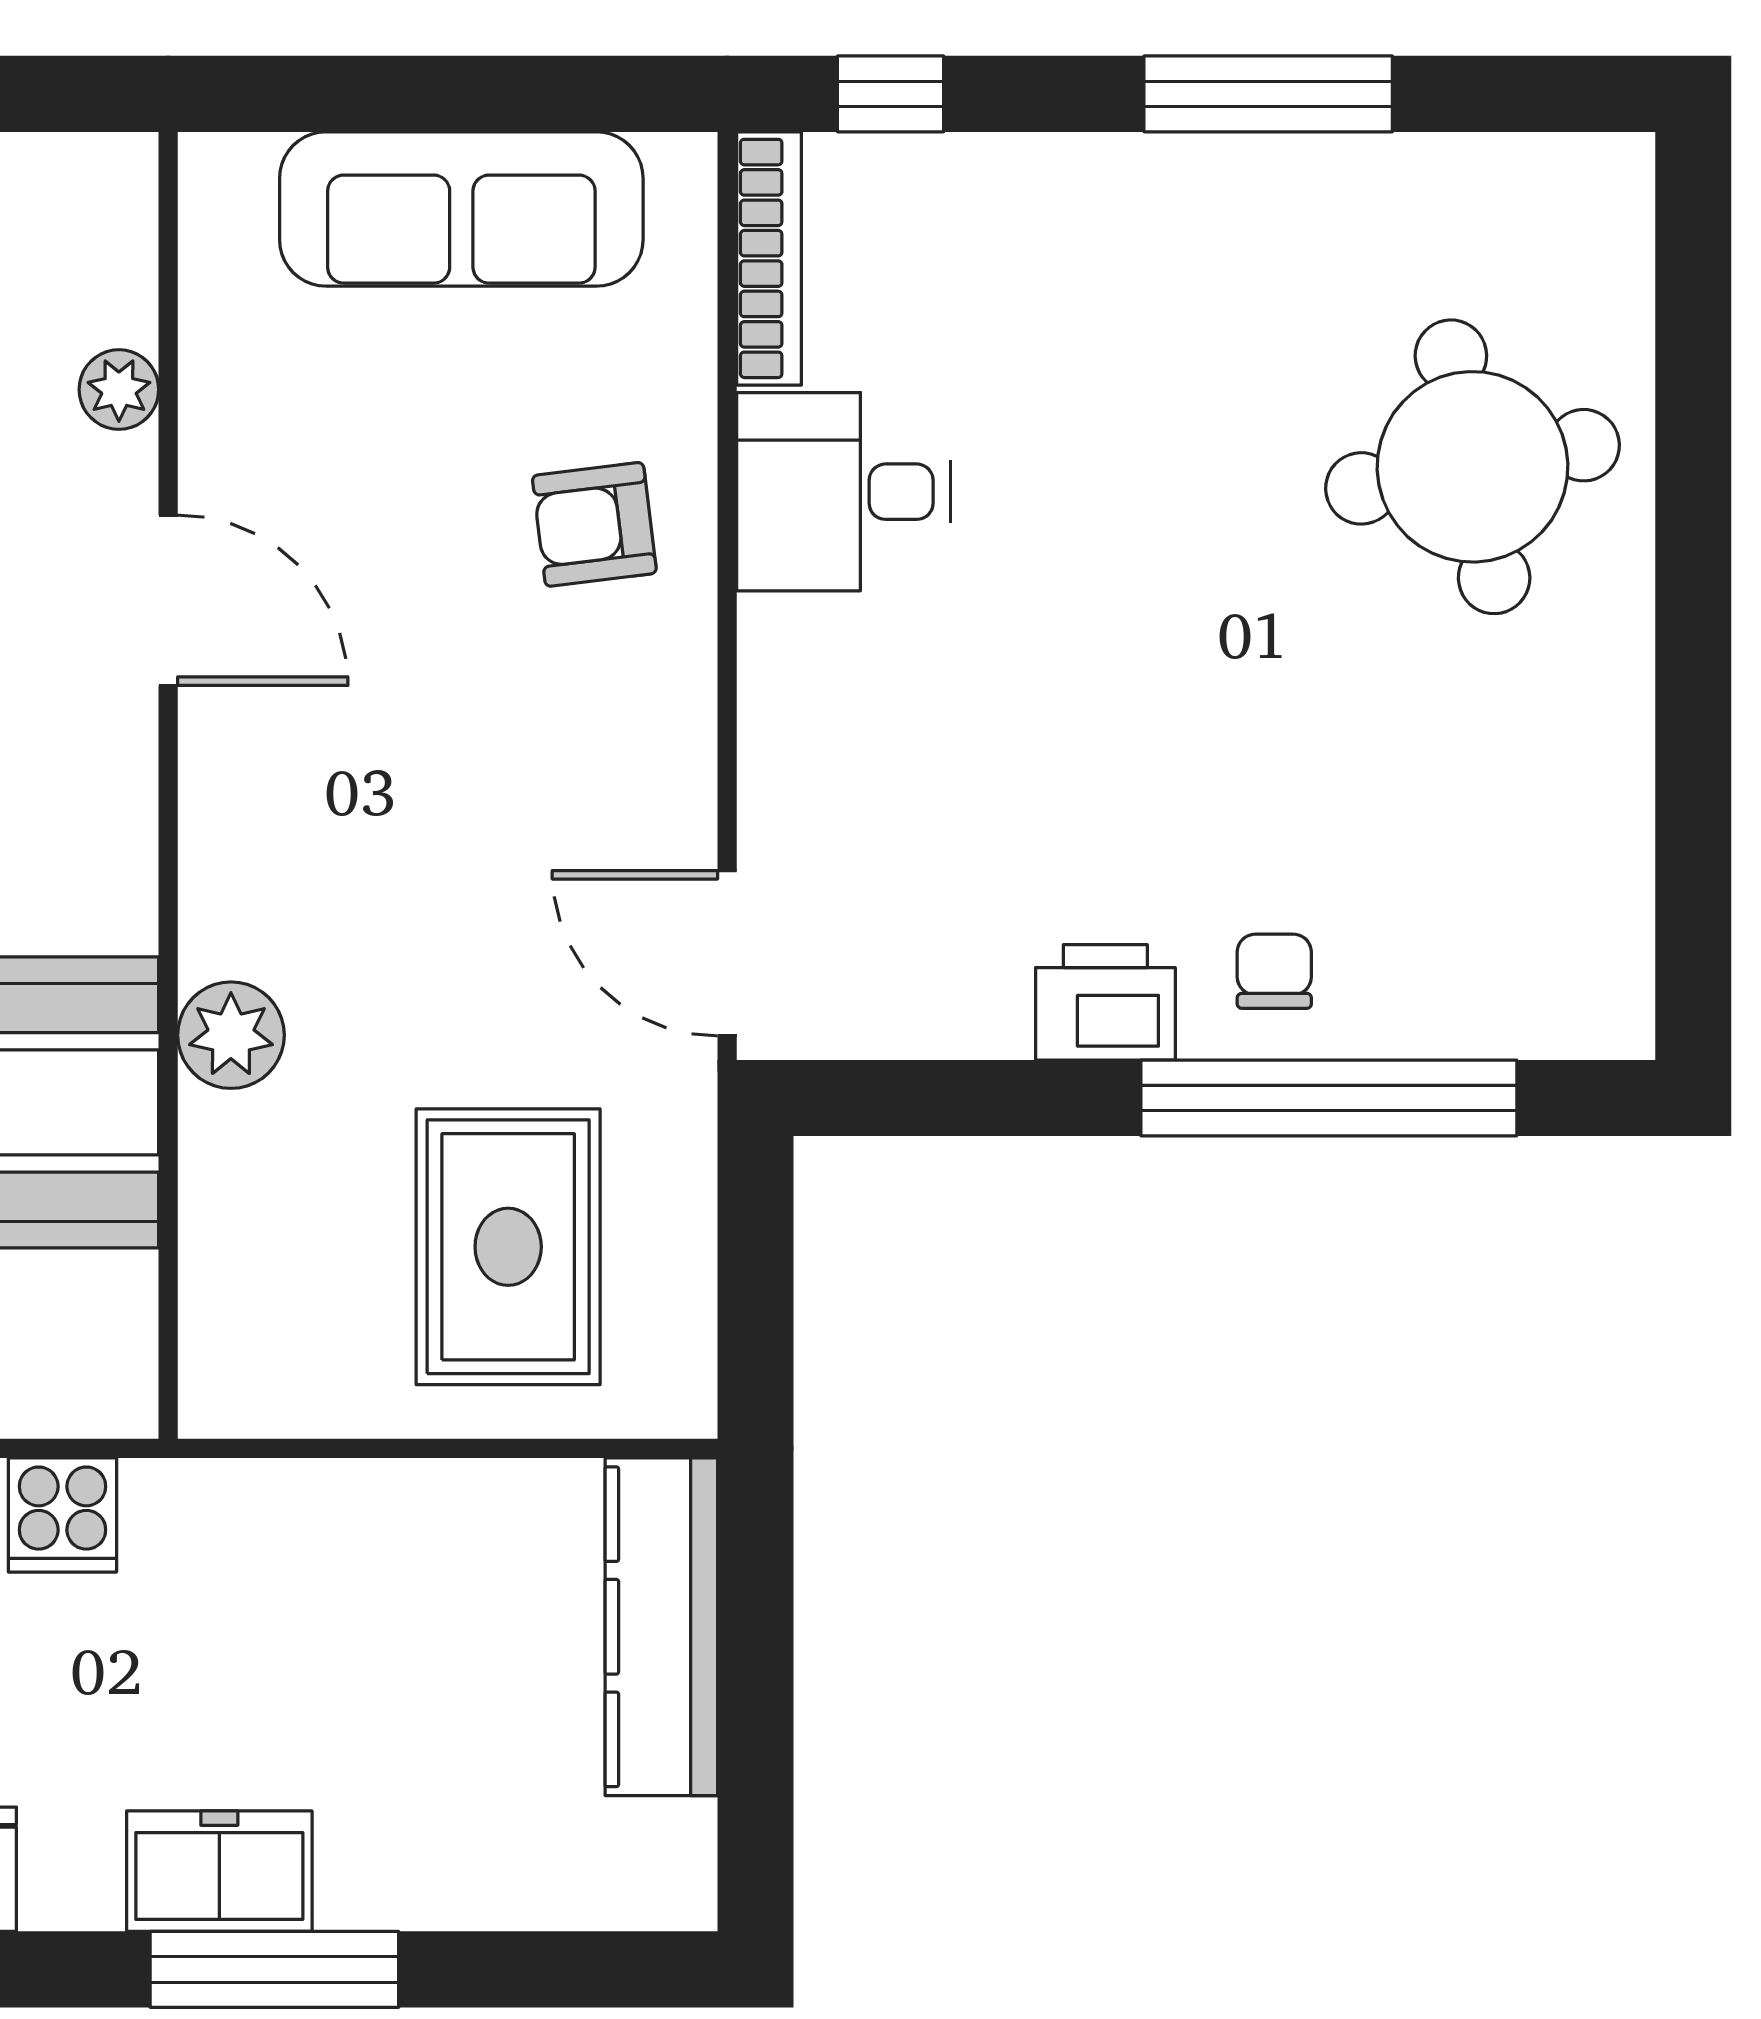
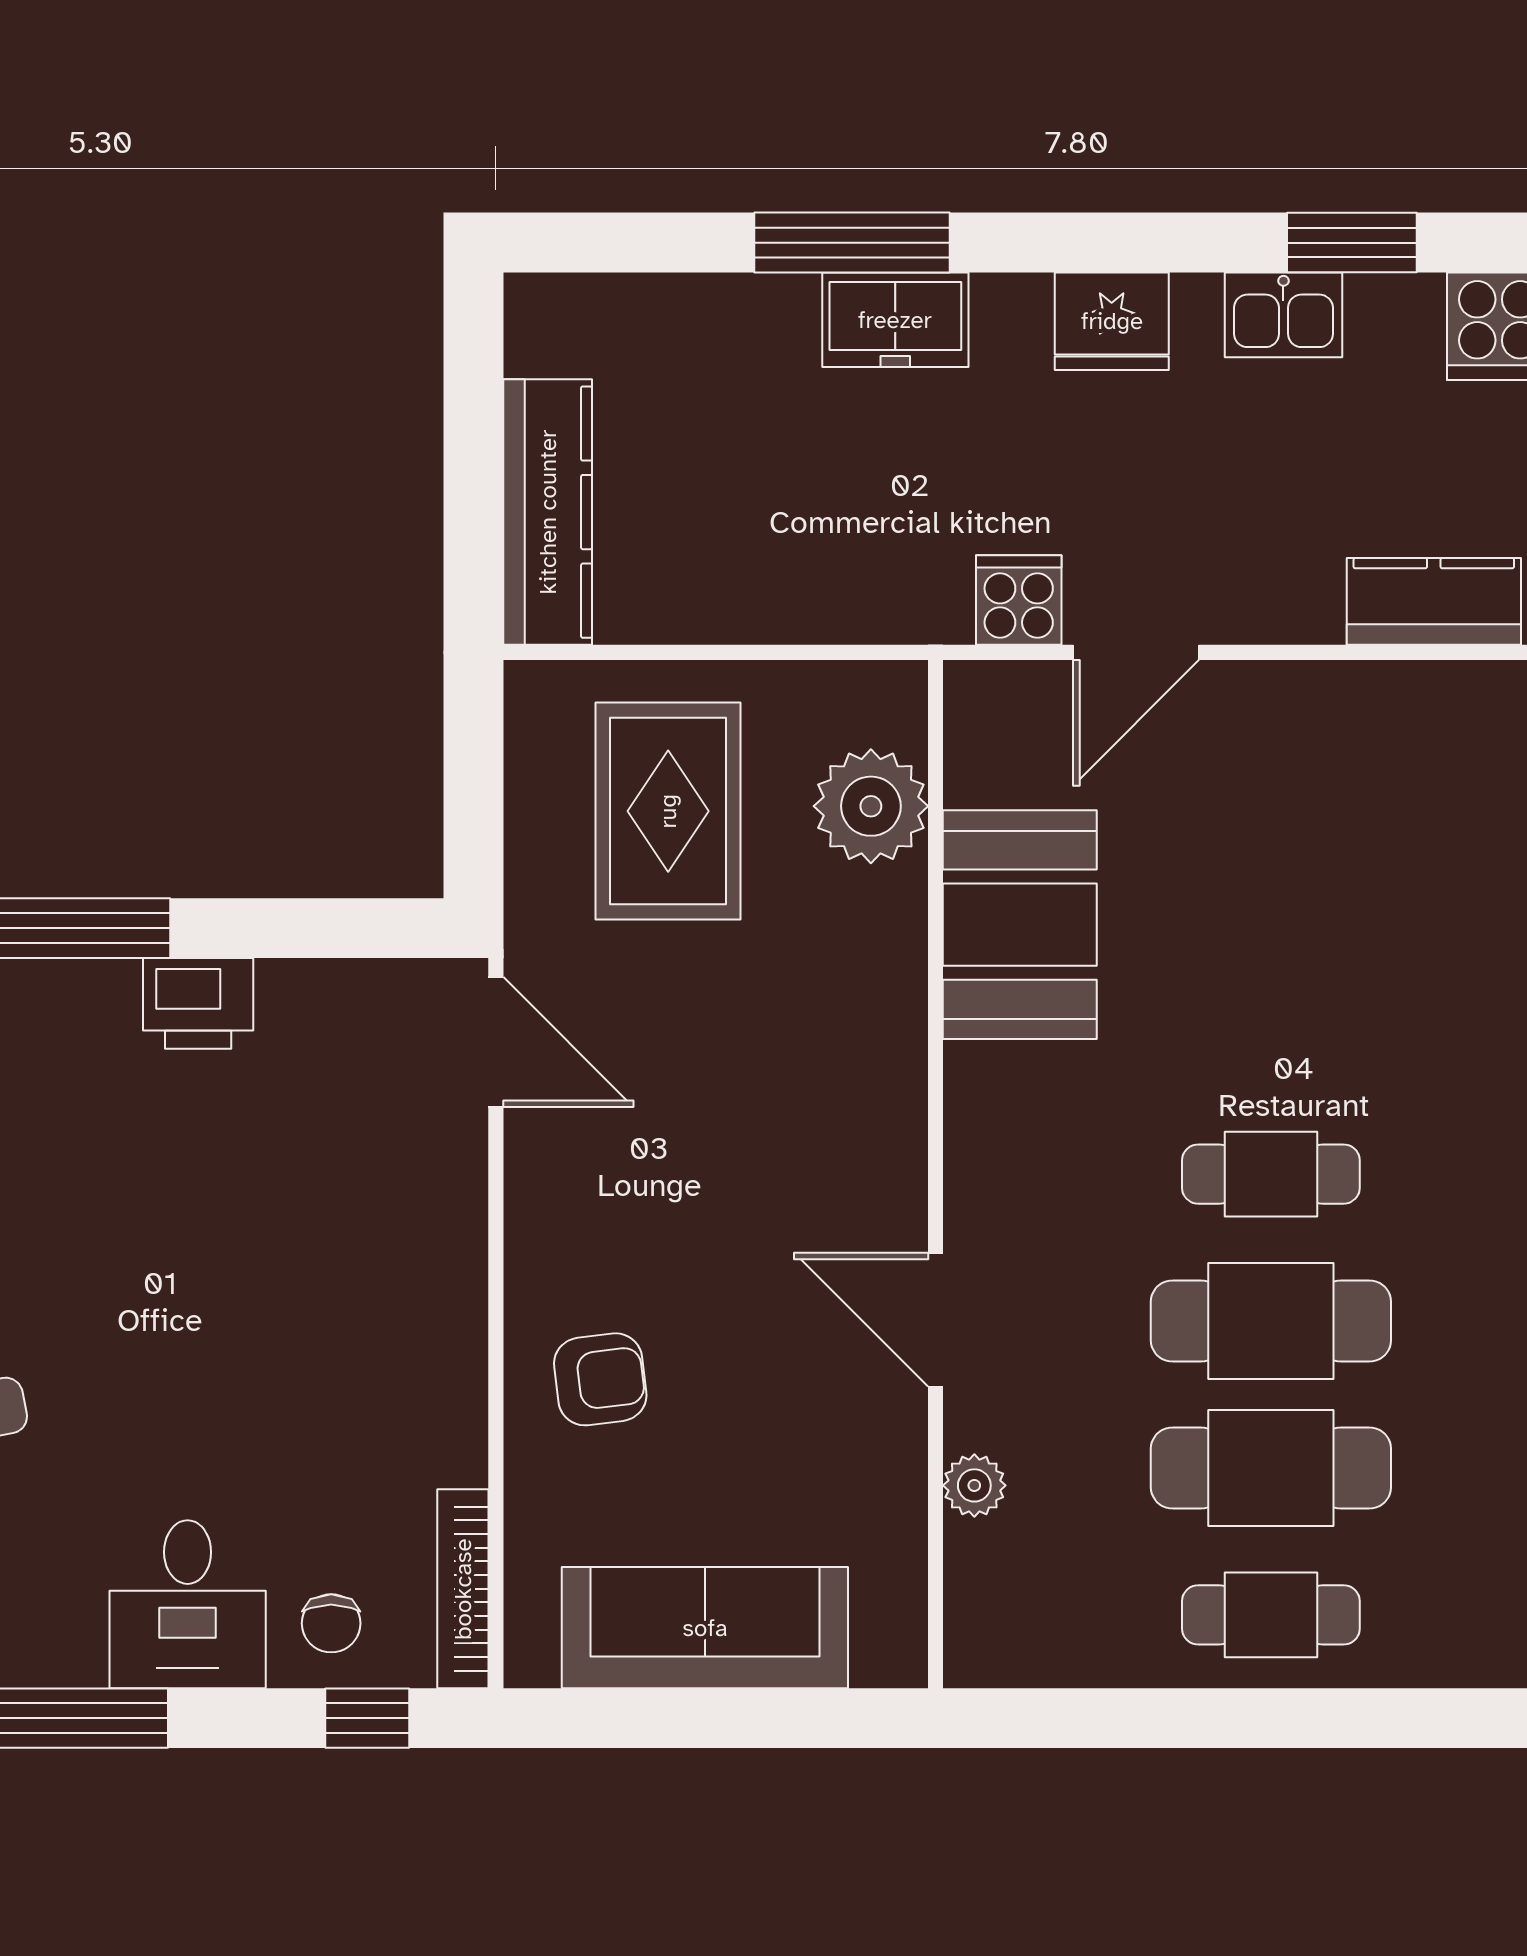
desk: (843, 492) -> (188, 1604), moved, turned 90
chair: (1274, 971) -> (331, 1623), moved
plant: (231, 1035) -> (871, 806), moved, width x1.36, depth x1.36

